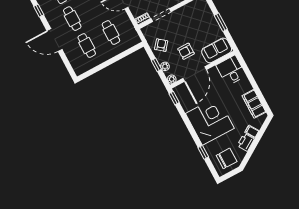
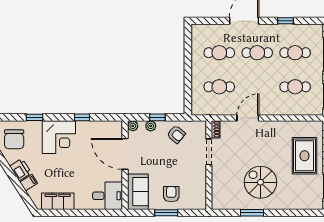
armchair: (186, 51) -> (171, 194), moved
window: (174, 98) -> (82, 117), moved
corner desk: (210, 121) -> (59, 137), width x0.74, depth x0.74

